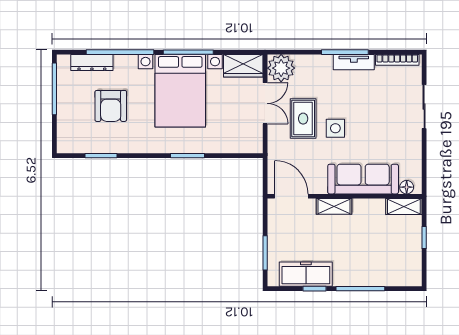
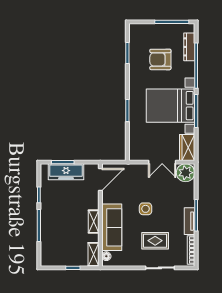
rug: (303, 119) -> (155, 241), moved
shelving: (334, 206) -> (94, 222), moved
freezer: (306, 274) -> (66, 172), moved, turned 90

